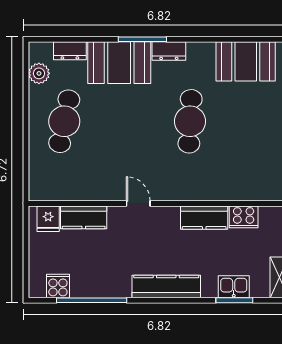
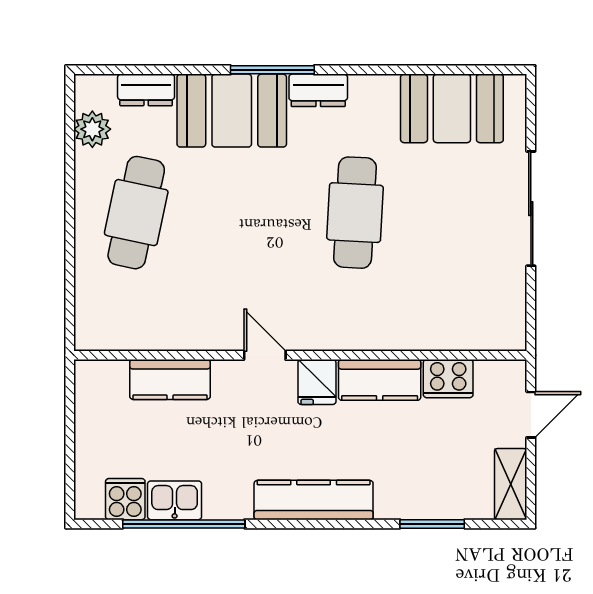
fridge: (48, 219) -> (317, 382), moved
kitchen sink: (234, 287) -> (175, 500), moved

